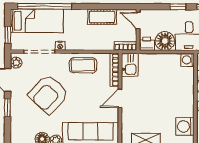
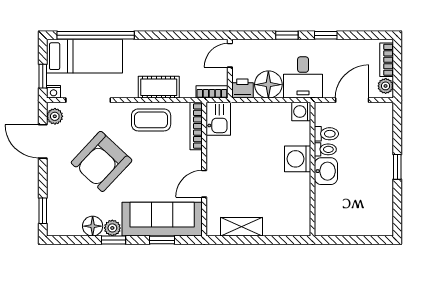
cot: (102, 17) -> (159, 87), moved
door: (138, 21) -> (230, 55), hinge flipped
nightstand: (60, 46) -> (54, 92), moved
door: (120, 98) -> (204, 184), moved
window: (8, 108) -> (43, 211), moved
washing machine: (185, 126) -> (298, 159), moved

